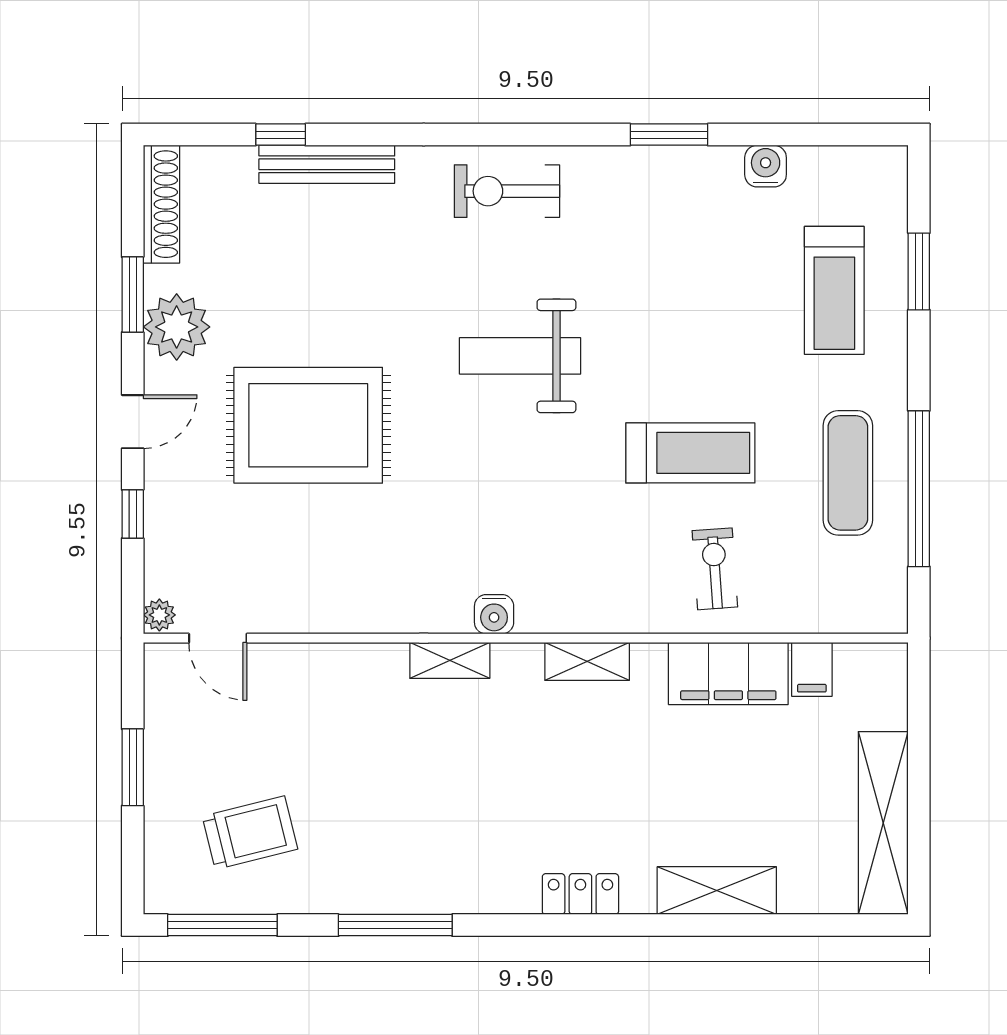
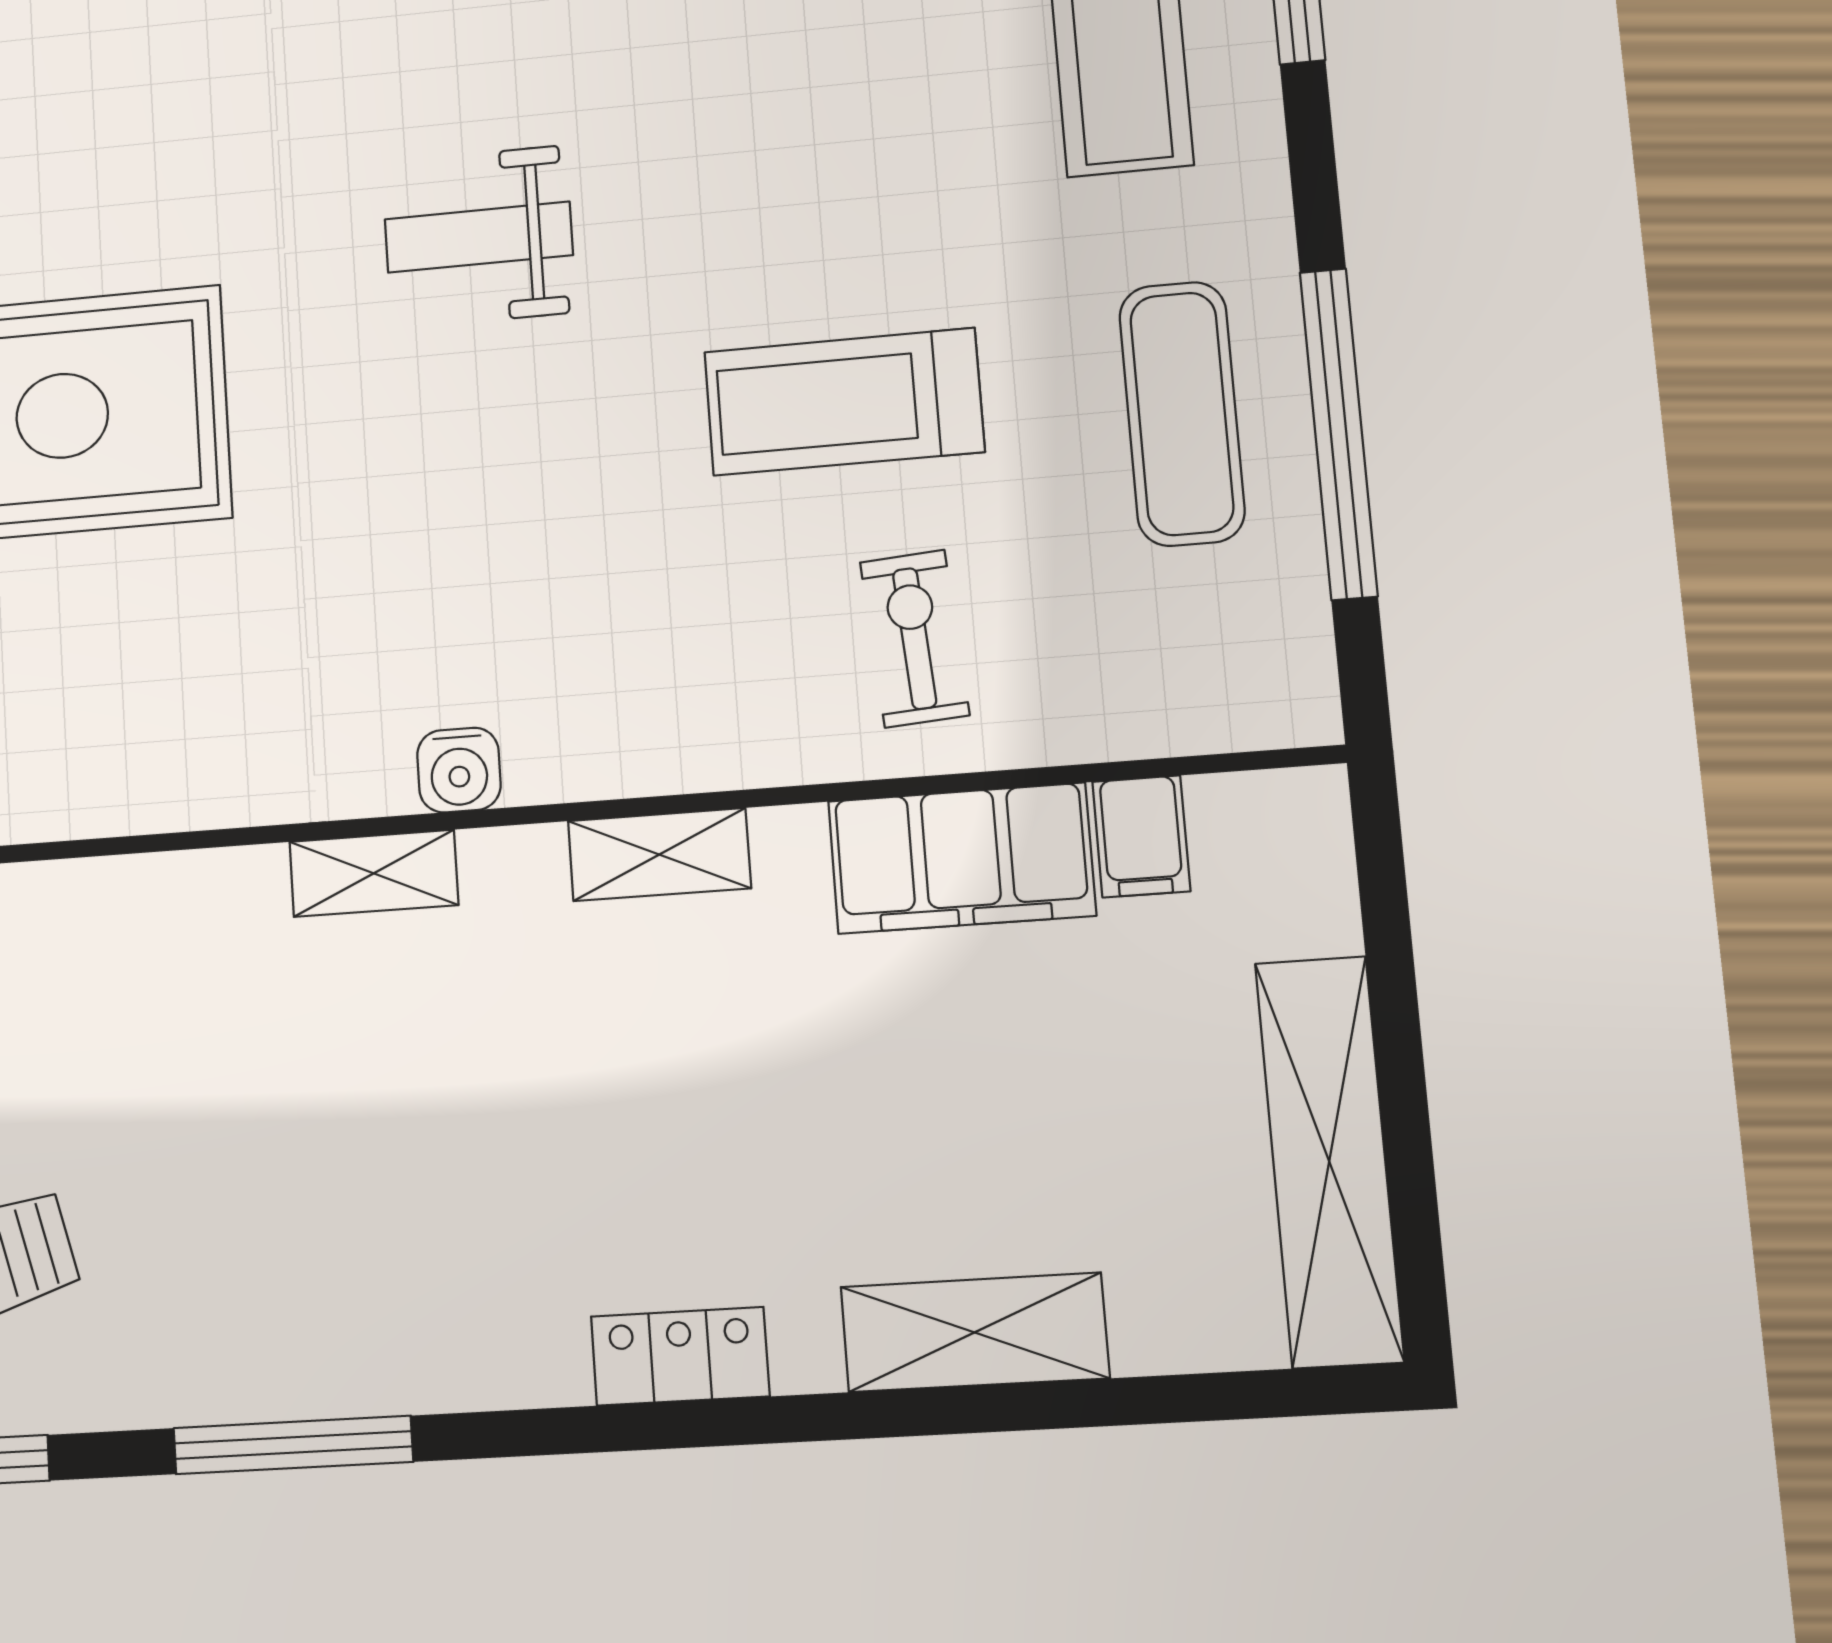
weight bench: (520, 356) -> (479, 237), width x0.73, depth x0.75
treadmill: (690, 453) -> (844, 402), turned 180

